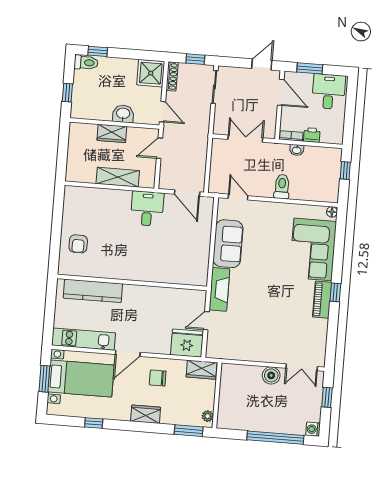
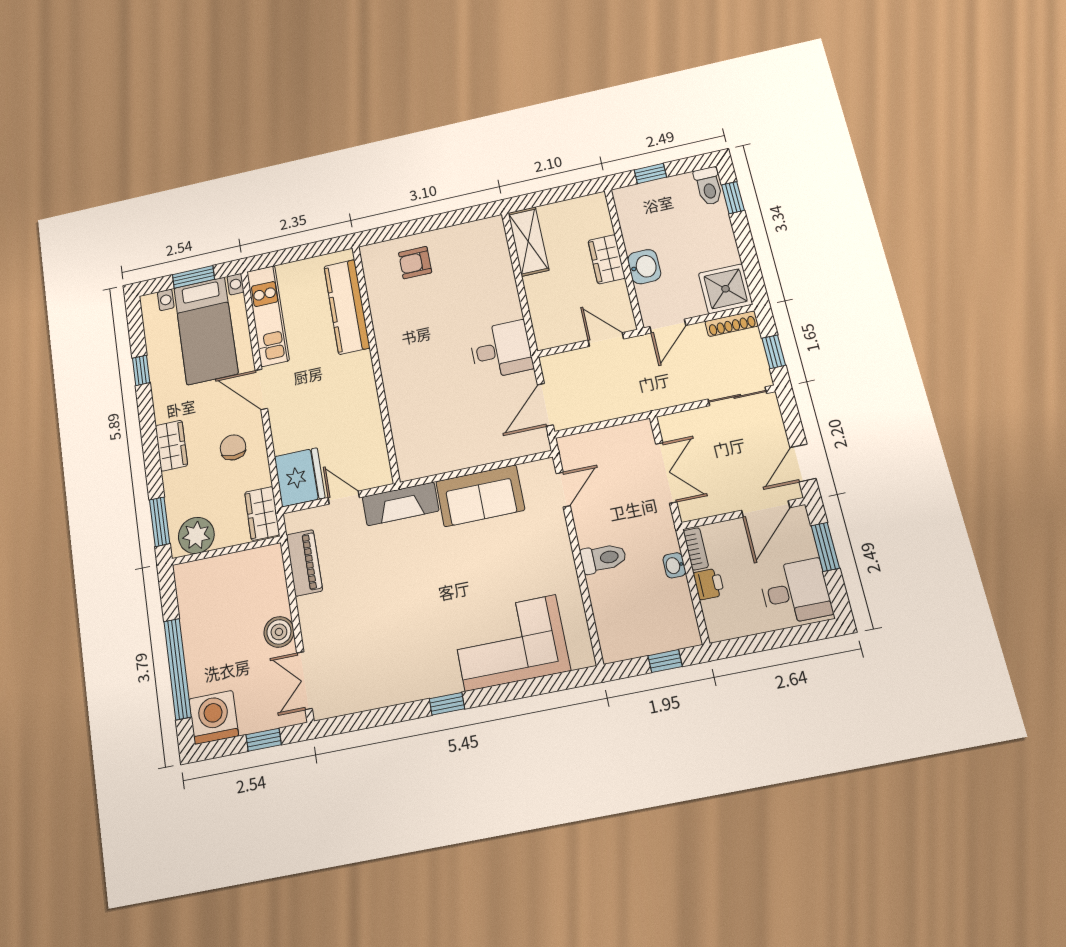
door: (262, 64) -> (803, 463), swing flipped
shelving: (118, 177) -> (528, 241), moved
floor lamp: (332, 212) -> (585, 658), removed
piano: (322, 300) -> (304, 563), moved, turned 90
plant: (208, 416) -> (196, 535), width x1.88, depth x1.88
washing machine: (313, 429) -> (214, 717), width x1.89, depth x1.89

